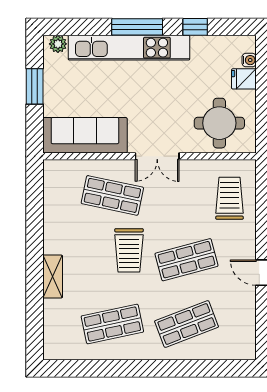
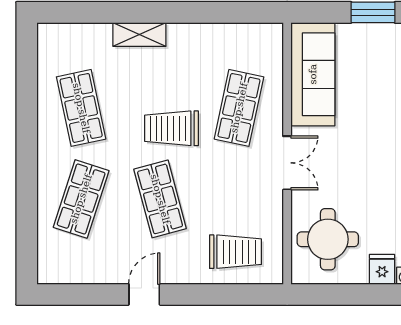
double door: (157, 156) -> (287, 163), swing flipped
shop shelf: (187, 324) -> (81, 199), turned 39

